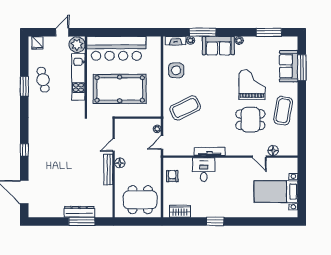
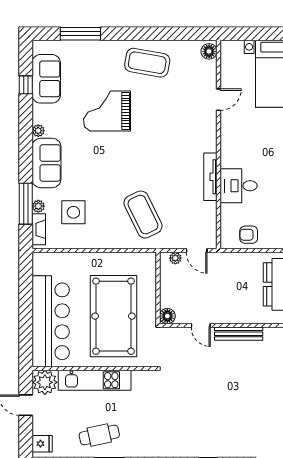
window: (203, 32) -> (26, 204), moved
window: (269, 32) -> (26, 85), width x0.46
sofa: (289, 66) -> (46, 79), moved, turned -90
side table: (176, 70) -> (73, 212), moved
dining table: (250, 120) -> (161, 113), removed
floor lamp: (273, 151) -> (209, 51), moved
floor lamp: (120, 163) -> (167, 316), moved

